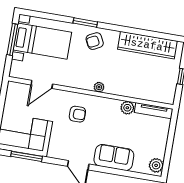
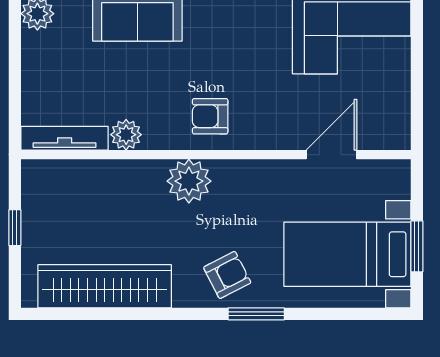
window: (12, 39) -> (417, 246), width x0.69
plant: (99, 87) -> (189, 181), width x1.87, depth x1.87
armchair: (77, 114) -> (210, 116), moved

